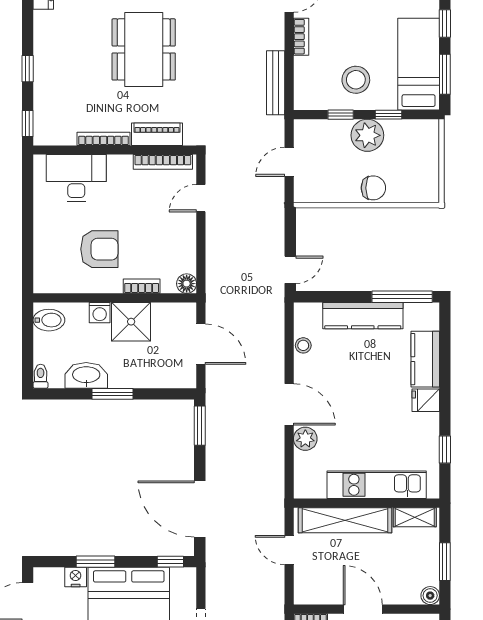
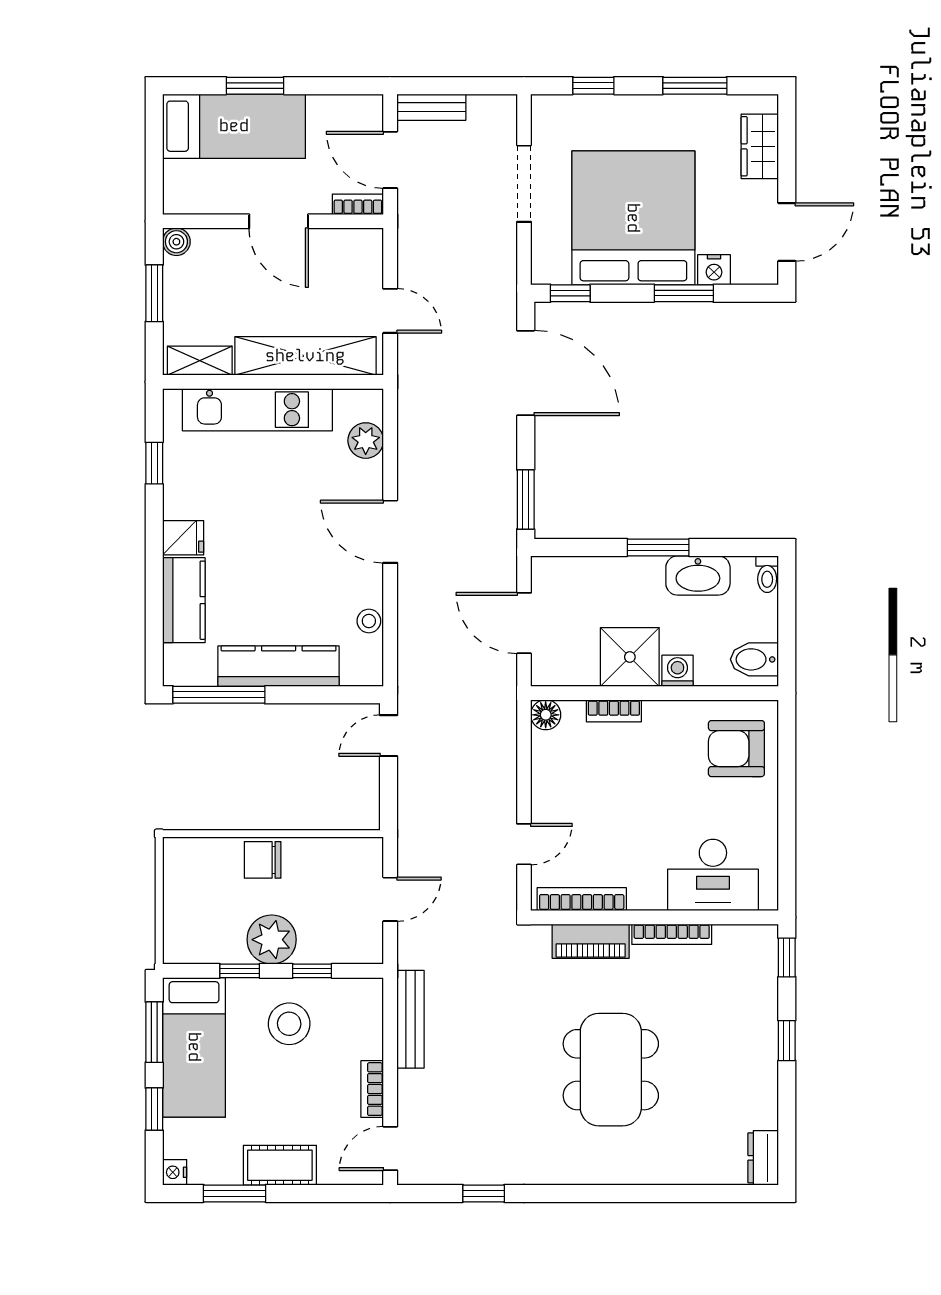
armchair: (99, 249) -> (736, 749), moved
plant: (305, 439) -> (366, 441), moved

